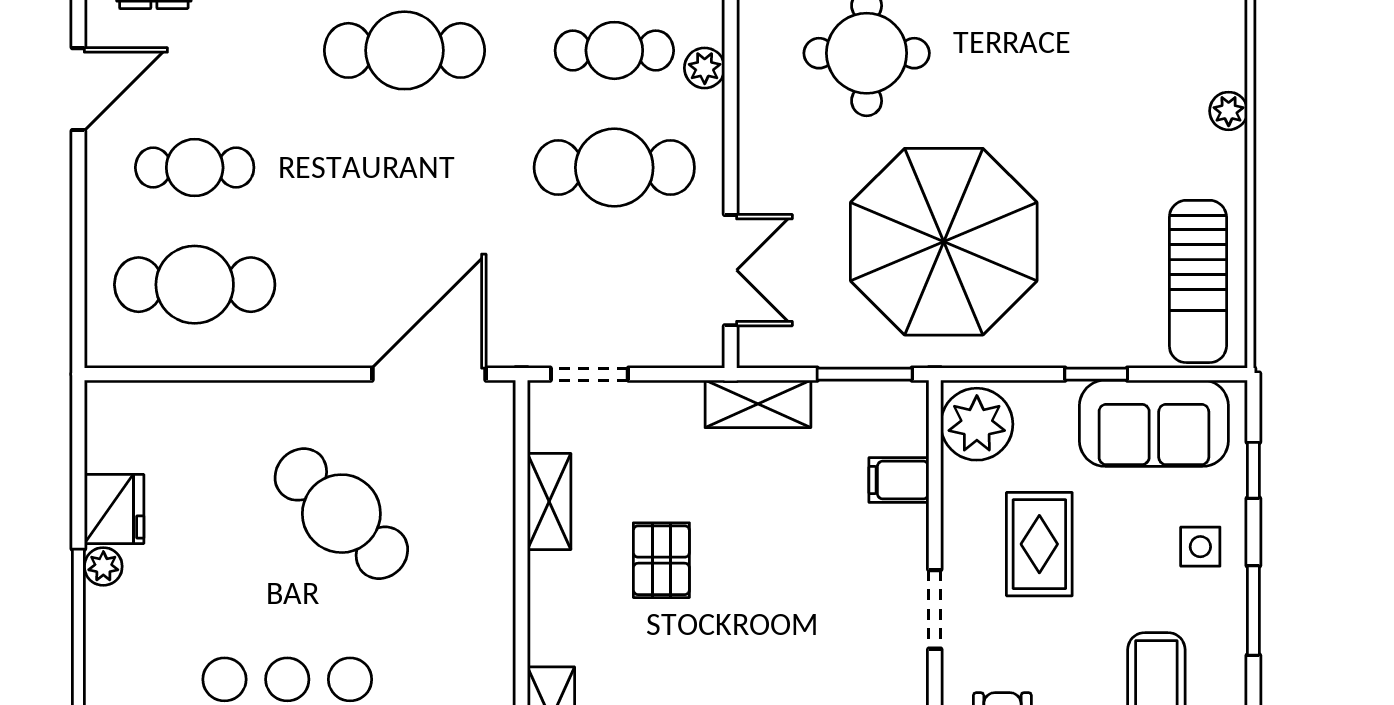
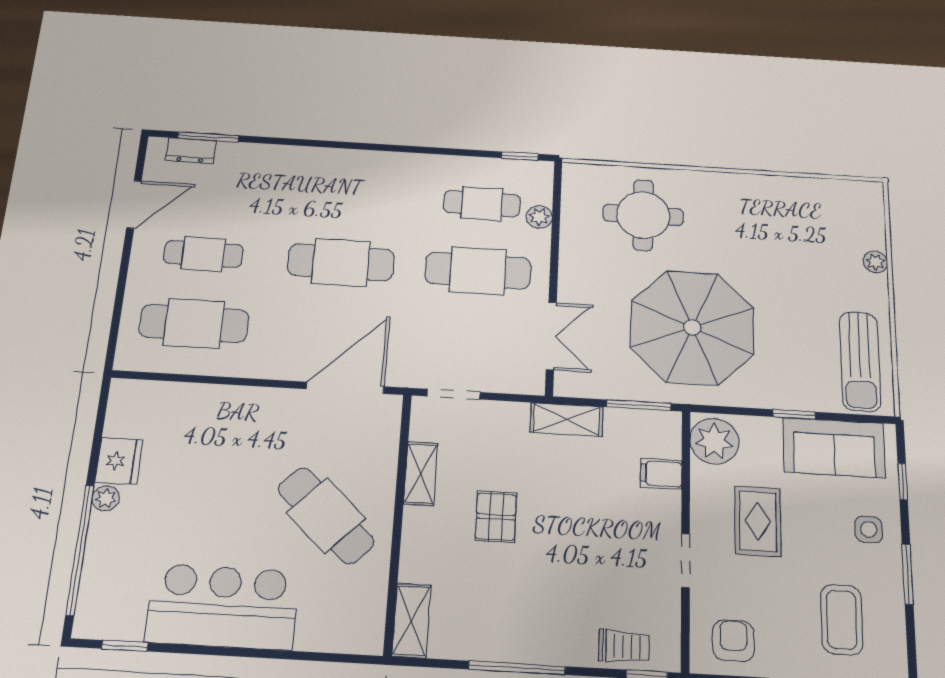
cafe table: (404, 50) -> (341, 262), moved
cafe table: (341, 514) -> (326, 515), moved

